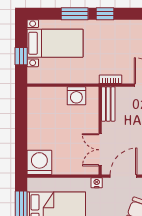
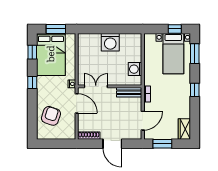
window: (75, 14) -> (195, 54), moved
window: (21, 56) -> (175, 29), moved
washing machine: (39, 162) -> (110, 42), moved, turned 90

